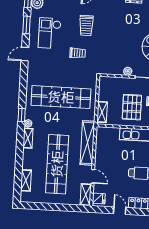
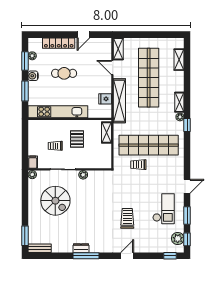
trolley: (78, 53) -> (138, 165), moved
pallet: (132, 107) -> (77, 139), width x0.67, depth x0.71
fridge: (99, 198) -> (105, 99), moved
door: (120, 211) -> (83, 35), hinge flipped

